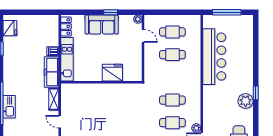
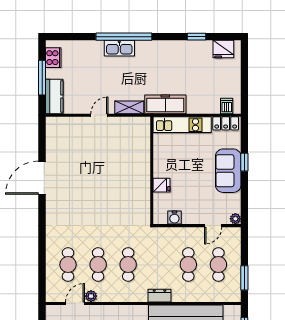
window: (111, 12) -> (244, 162), moved
window: (182, 12) -> (244, 278), added
dishwasher: (53, 51) -> (227, 106), moved
water cooler: (137, 65) -> (174, 218), added
fridge: (112, 73) -> (162, 185), width x0.53, depth x0.75
dresser: (196, 76) -> (159, 296), added

